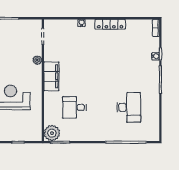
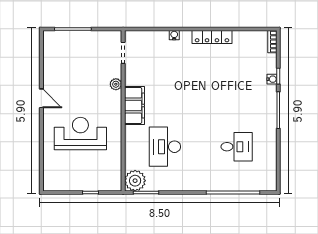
desk: (74, 107) -> (165, 147), width x1.37
desk: (129, 107) -> (237, 147), width x0.73

